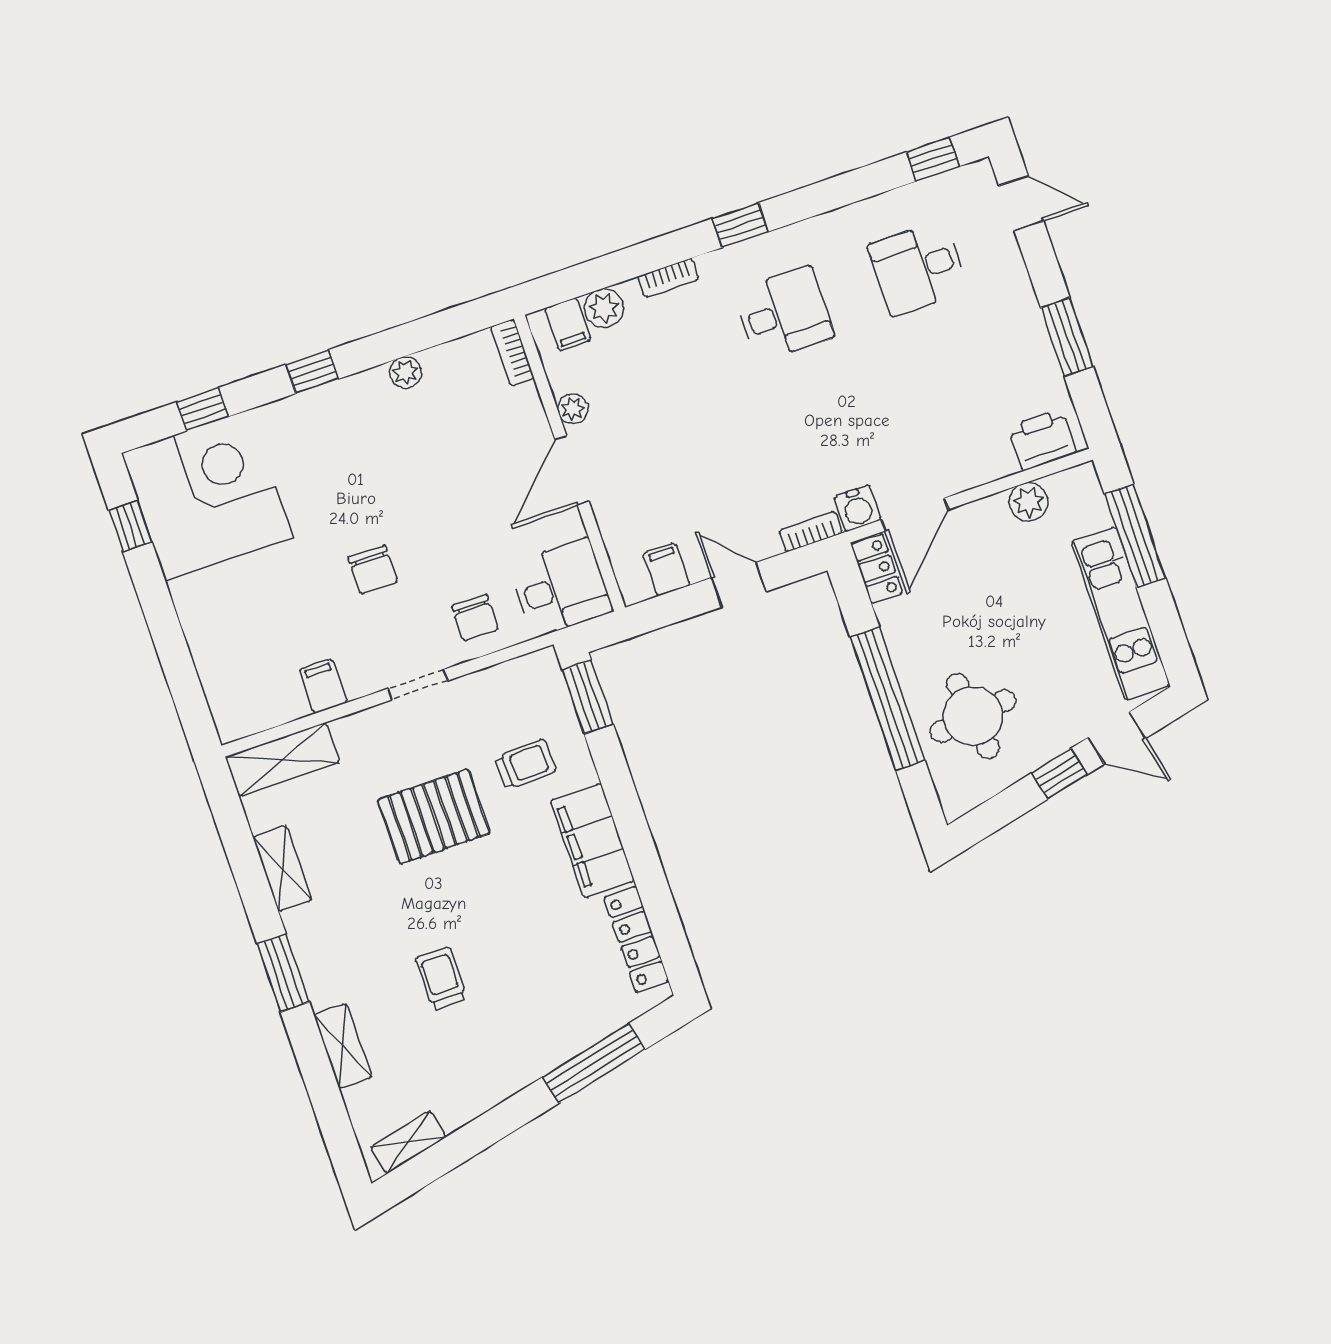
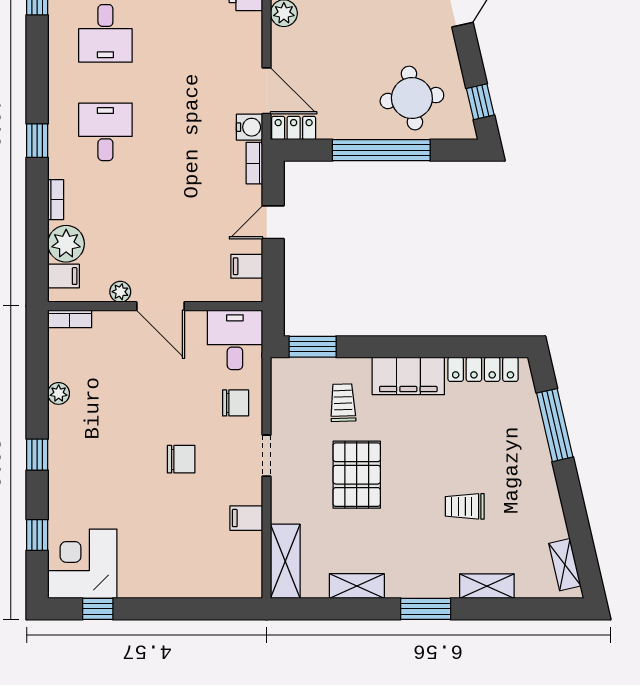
plant: (604, 308) -> (66, 244), width x1.36, depth x1.36
corner desk: (207, 495) -> (82, 564), width x0.74, depth x0.74
window: (1059, 774) -> (480, 102), moved

